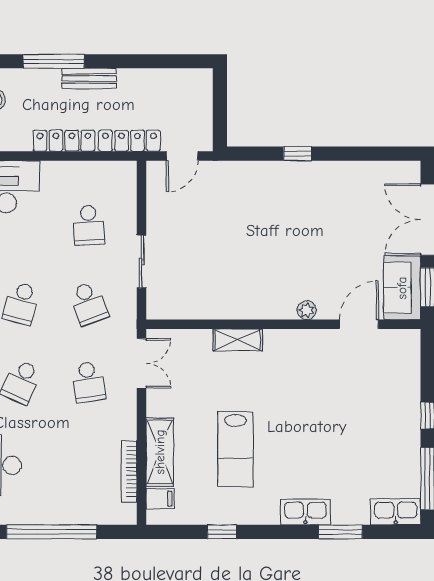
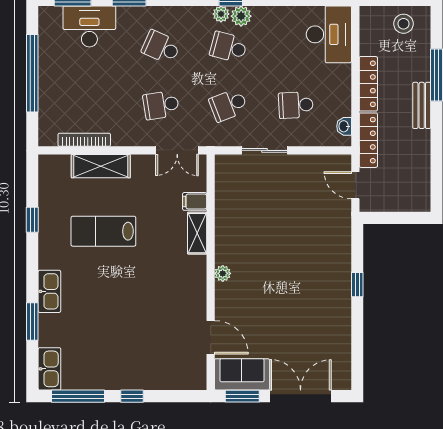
washbasin: (113, 169) -> (344, 126), added
plant: (307, 310) -> (223, 273), moved
filing cabinet: (160, 499) -> (195, 201), moved, turned 90

